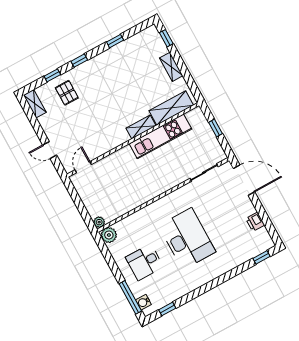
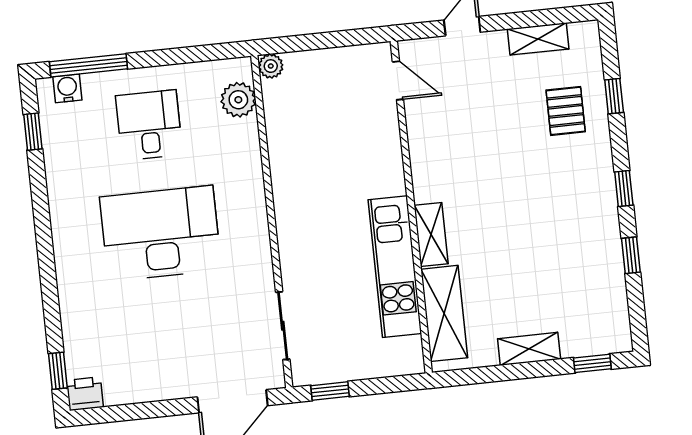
window: (79, 61) -> (624, 188), moved
pallet: (67, 93) -> (566, 111), turned 90
shelving: (35, 104) -> (538, 39), moved
window: (215, 128) -> (330, 391), moved
printer: (255, 222) -> (85, 394), moved
plant: (109, 235) -> (238, 100), moved
desk: (187, 239) -> (160, 233), turned 180

